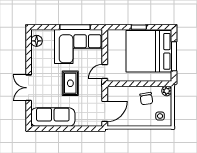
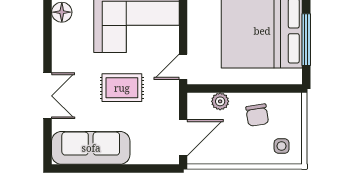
rug: (70, 83) -> (122, 88), turned 90
double door: (29, 88) -> (48, 96), swing flipped
plant: (167, 91) -> (220, 101), moved

